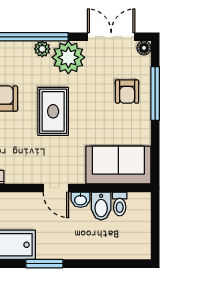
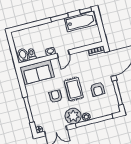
armchair: (127, 92) -> (55, 96), moved
door: (56, 188) -> (63, 54), swing flipped
bidet: (101, 206) -> (23, 55), moved

